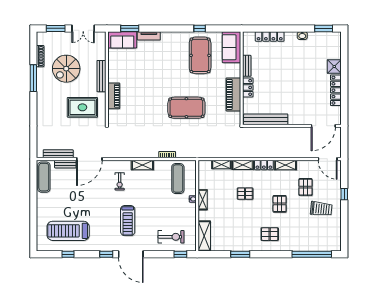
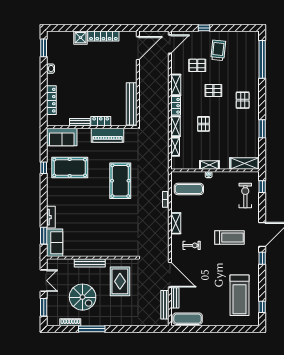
piano: (114, 96) -> (109, 251), removed
door: (323, 126) -> (138, 48), hinge flipped
window: (68, 254) -> (262, 307), moved

